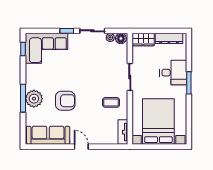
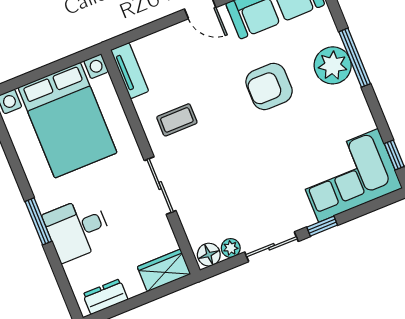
dresser: (169, 38) -> (105, 297), width x0.70

